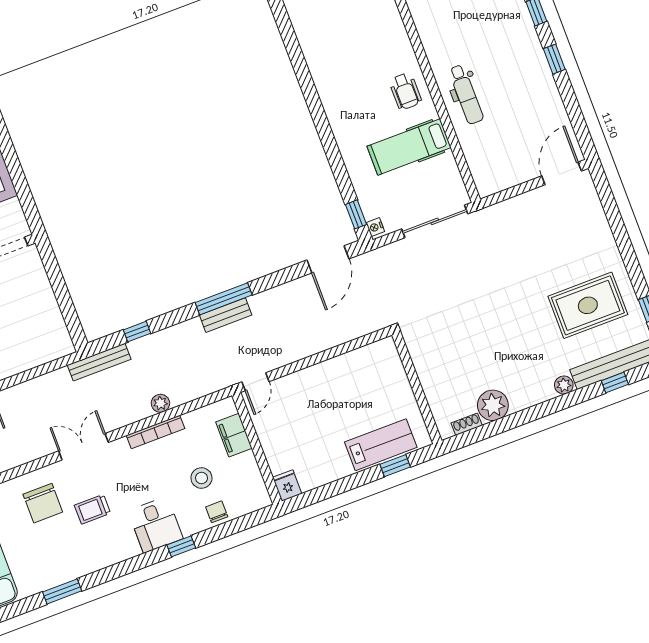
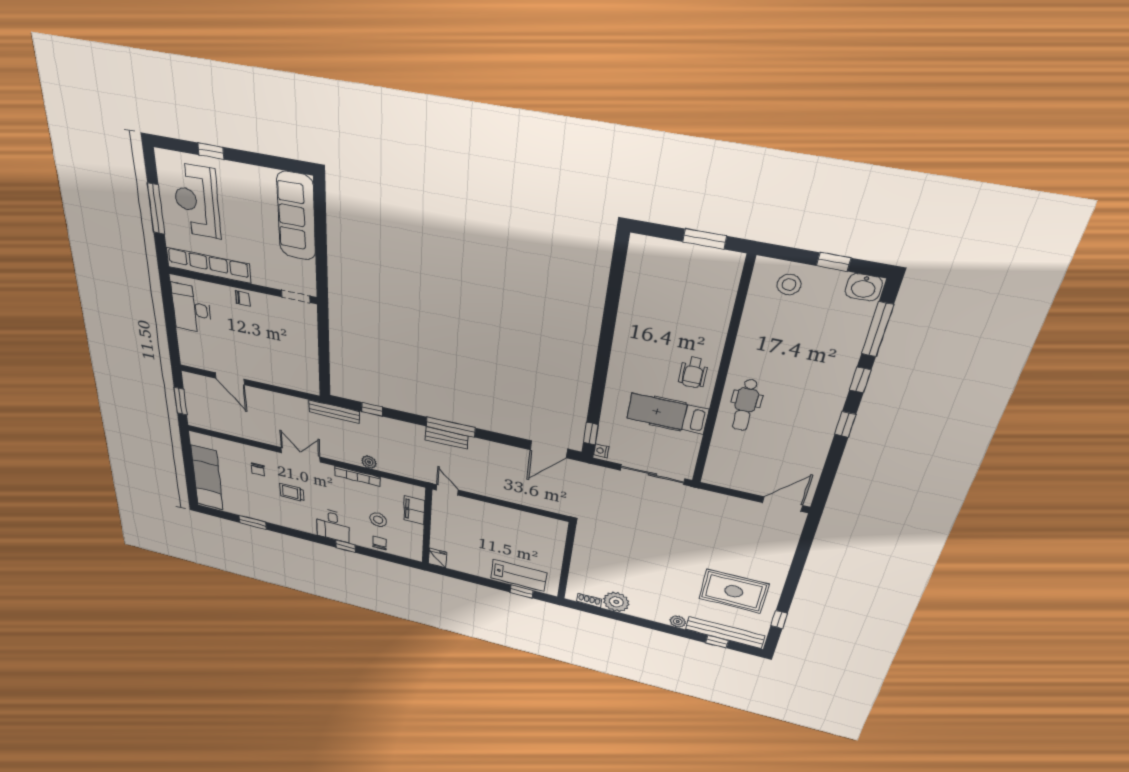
door: (255, 382) -> (447, 490), swing flipped
chair: (43, 503) -> (258, 469), width x0.54, depth x0.54

